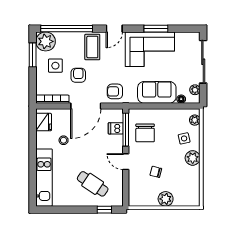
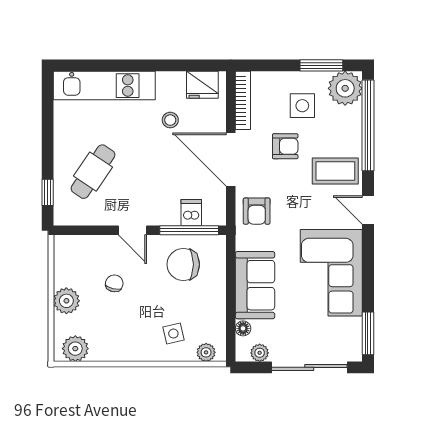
window: (156, 29) -> (368, 333), moved
armchair: (115, 91) -> (257, 211), turned 180
plant: (193, 158) -> (75, 349), moved
door: (126, 162) -> (132, 230), swing flipped

